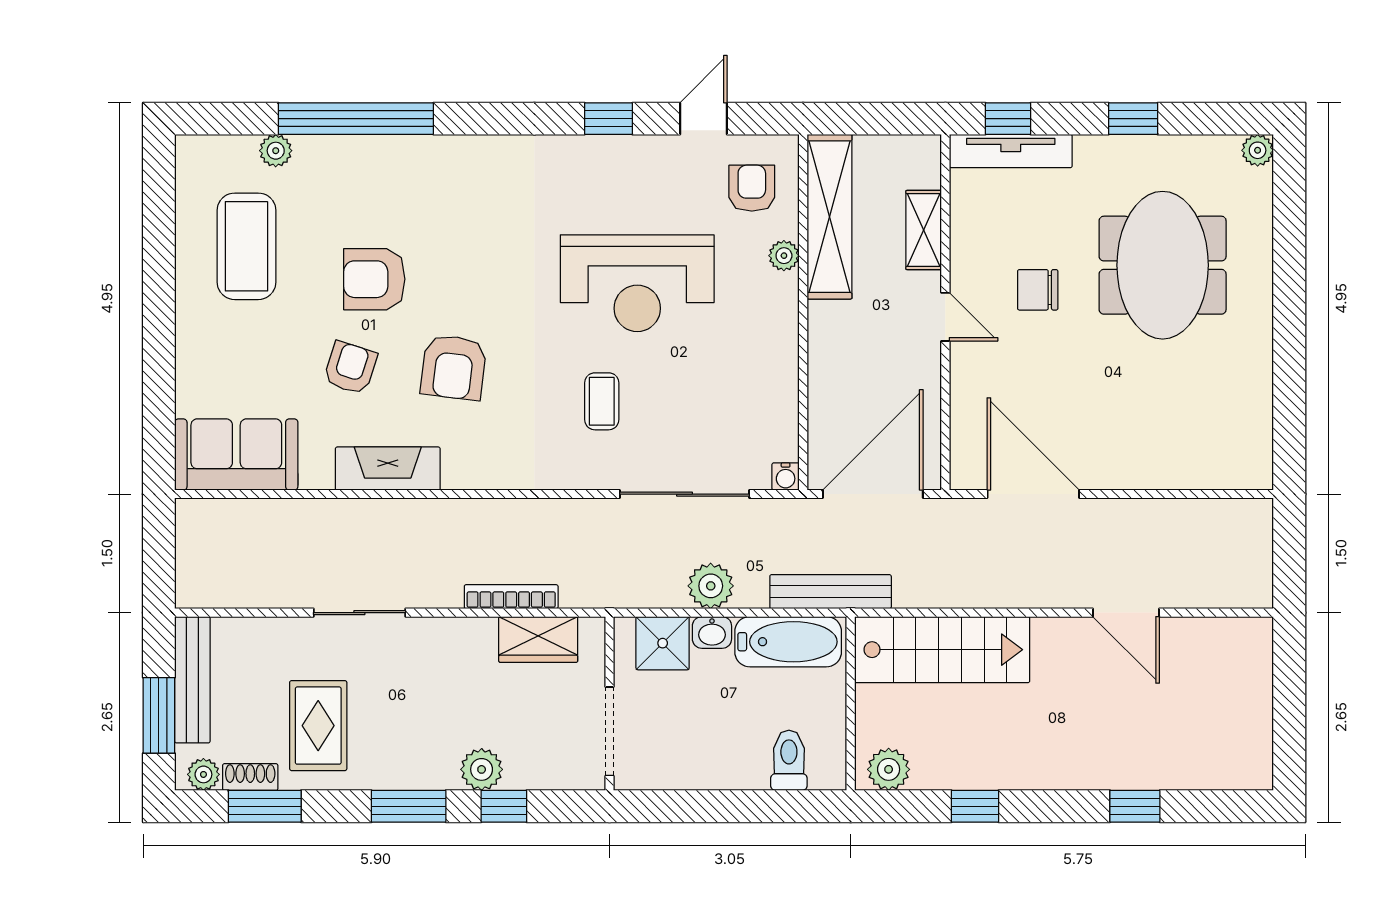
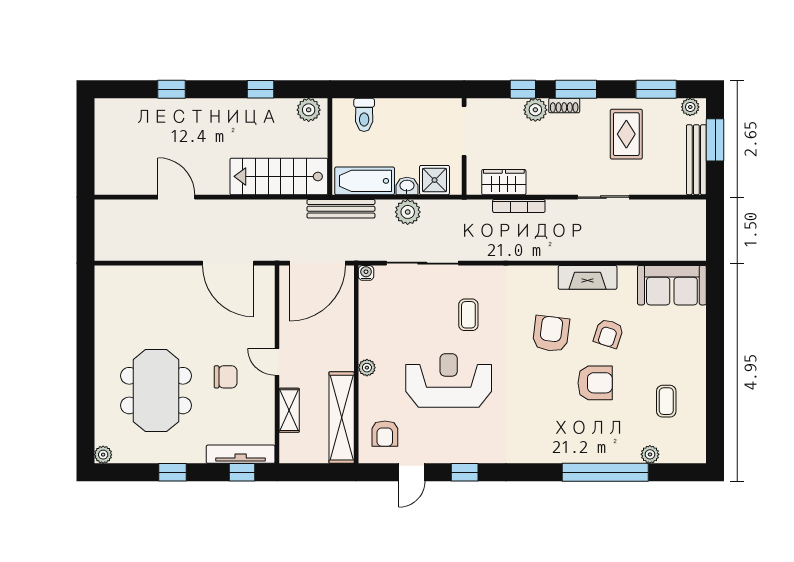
coffee table: (246, 246) -> (666, 401), width x0.54, depth x0.58
plant: (784, 256) -> (367, 368), moved
shoe rack: (250, 777) -> (564, 106), moved

